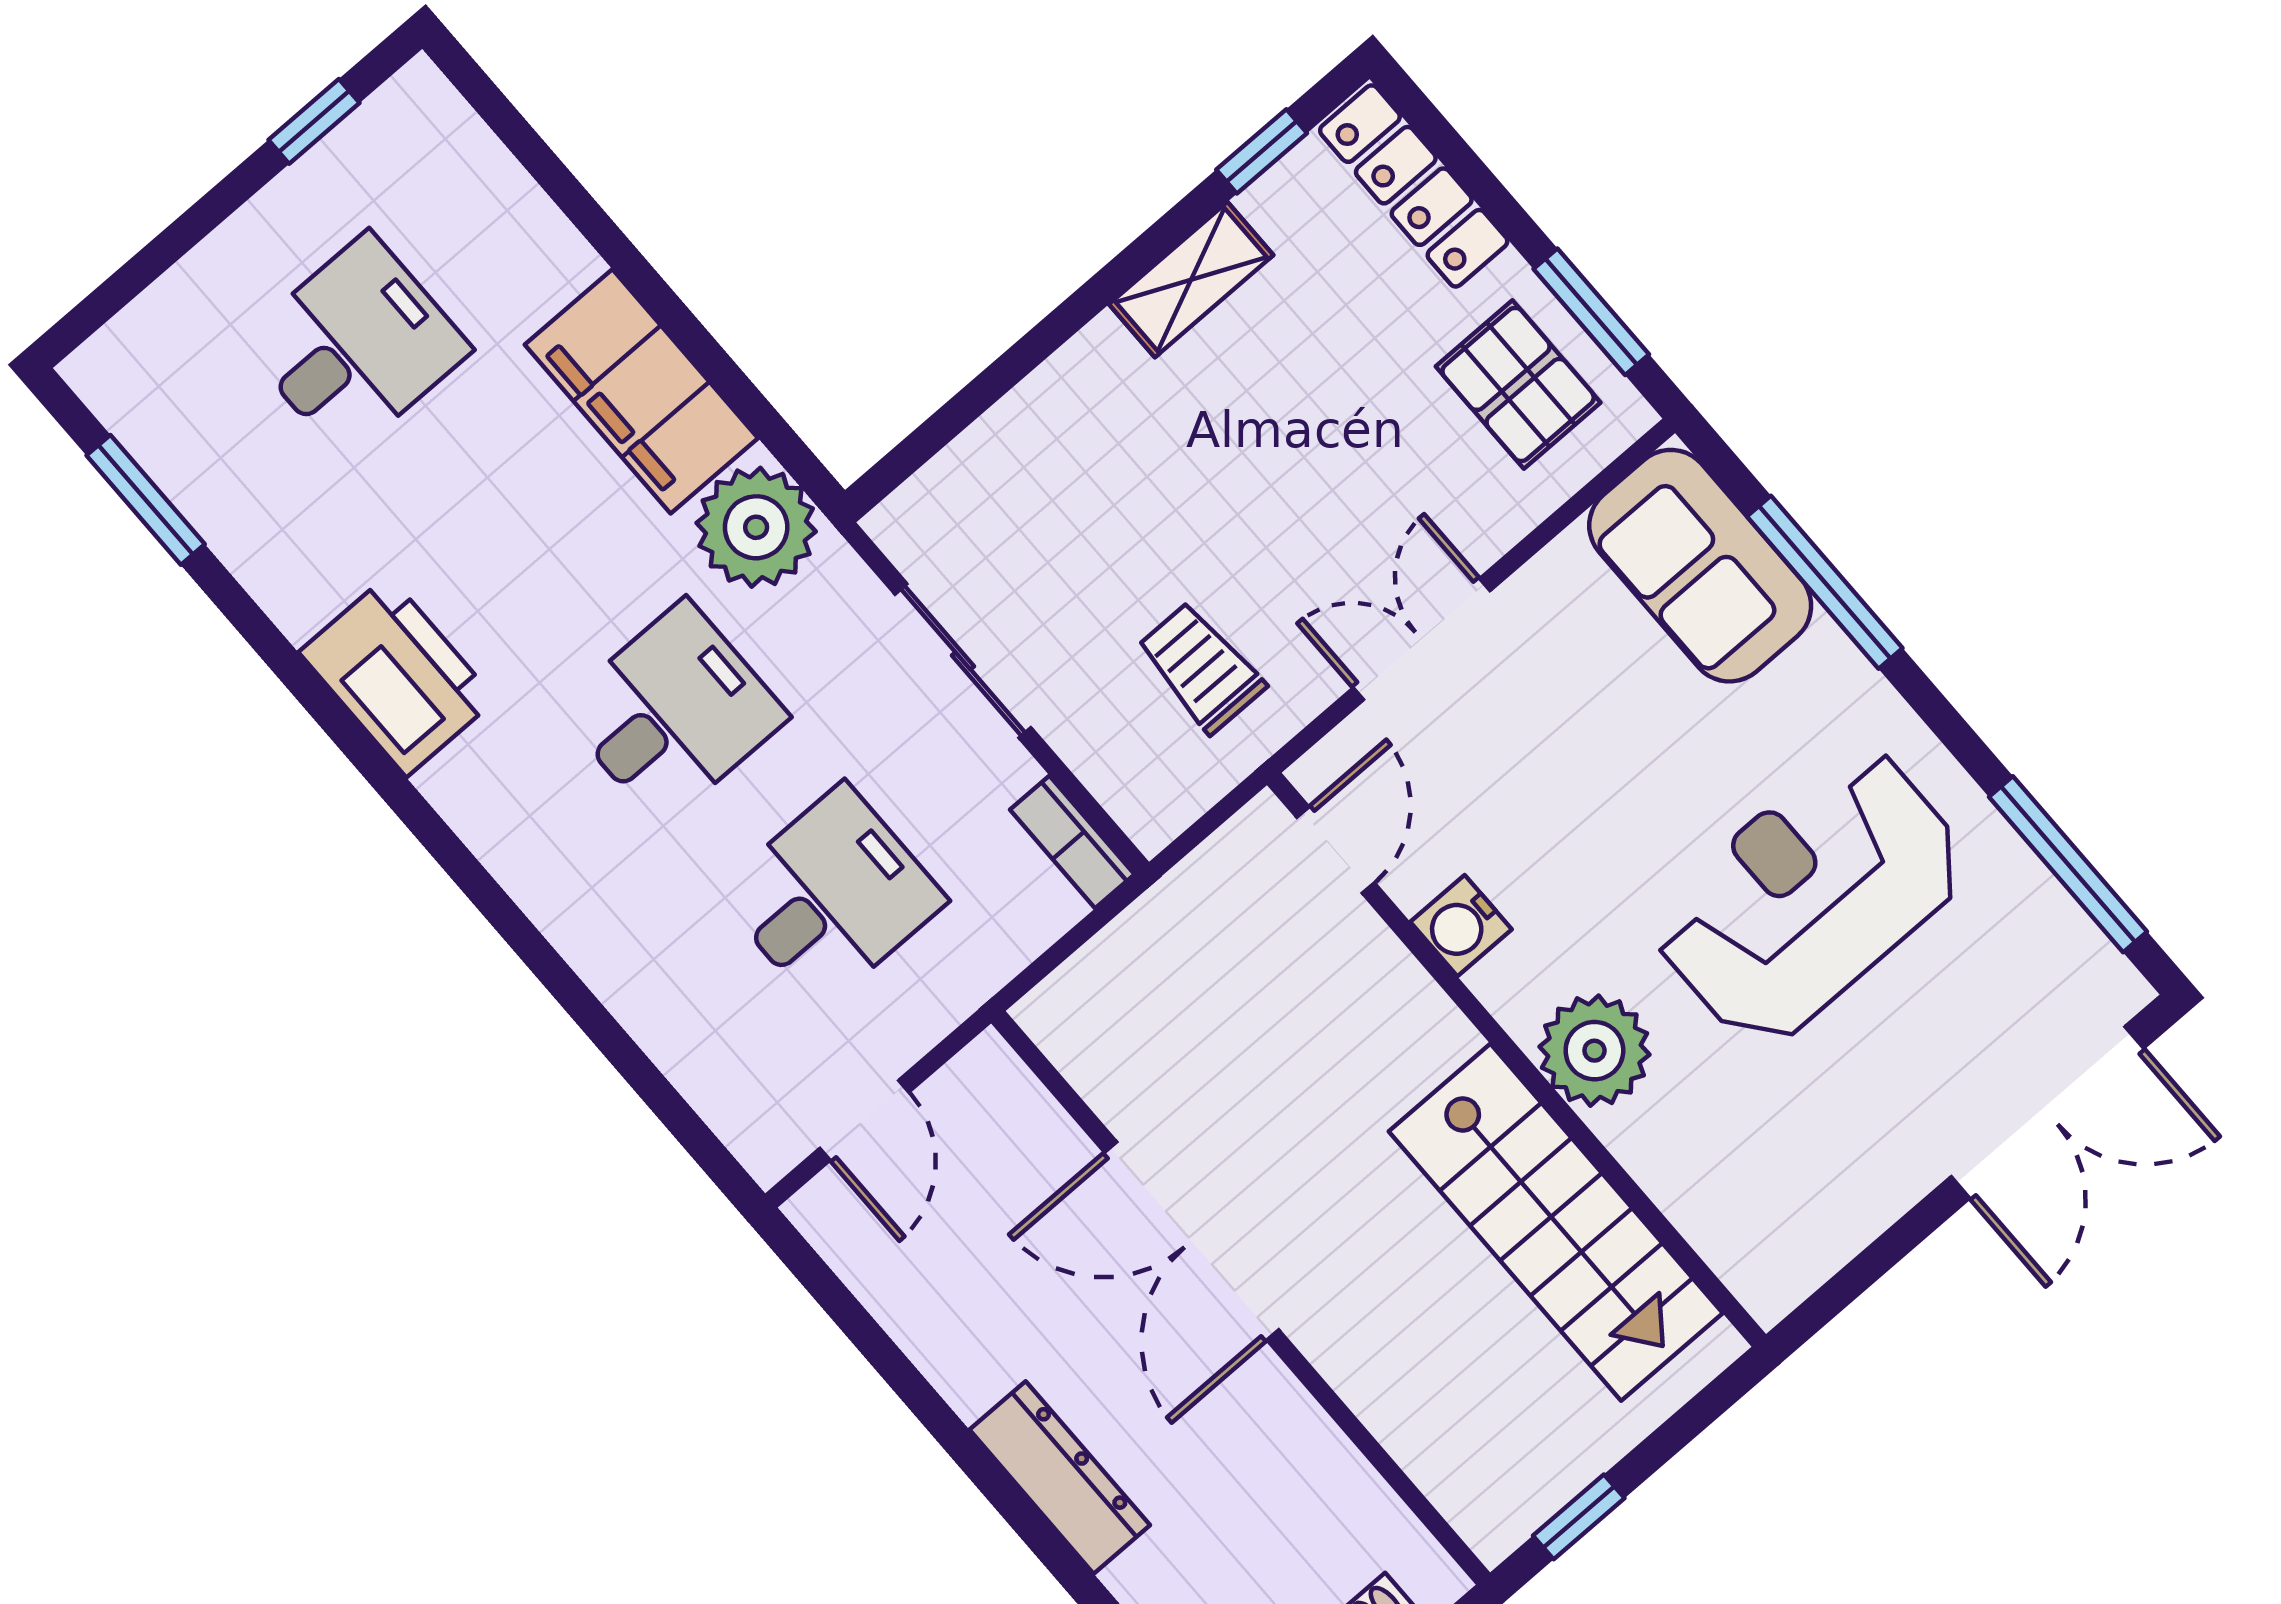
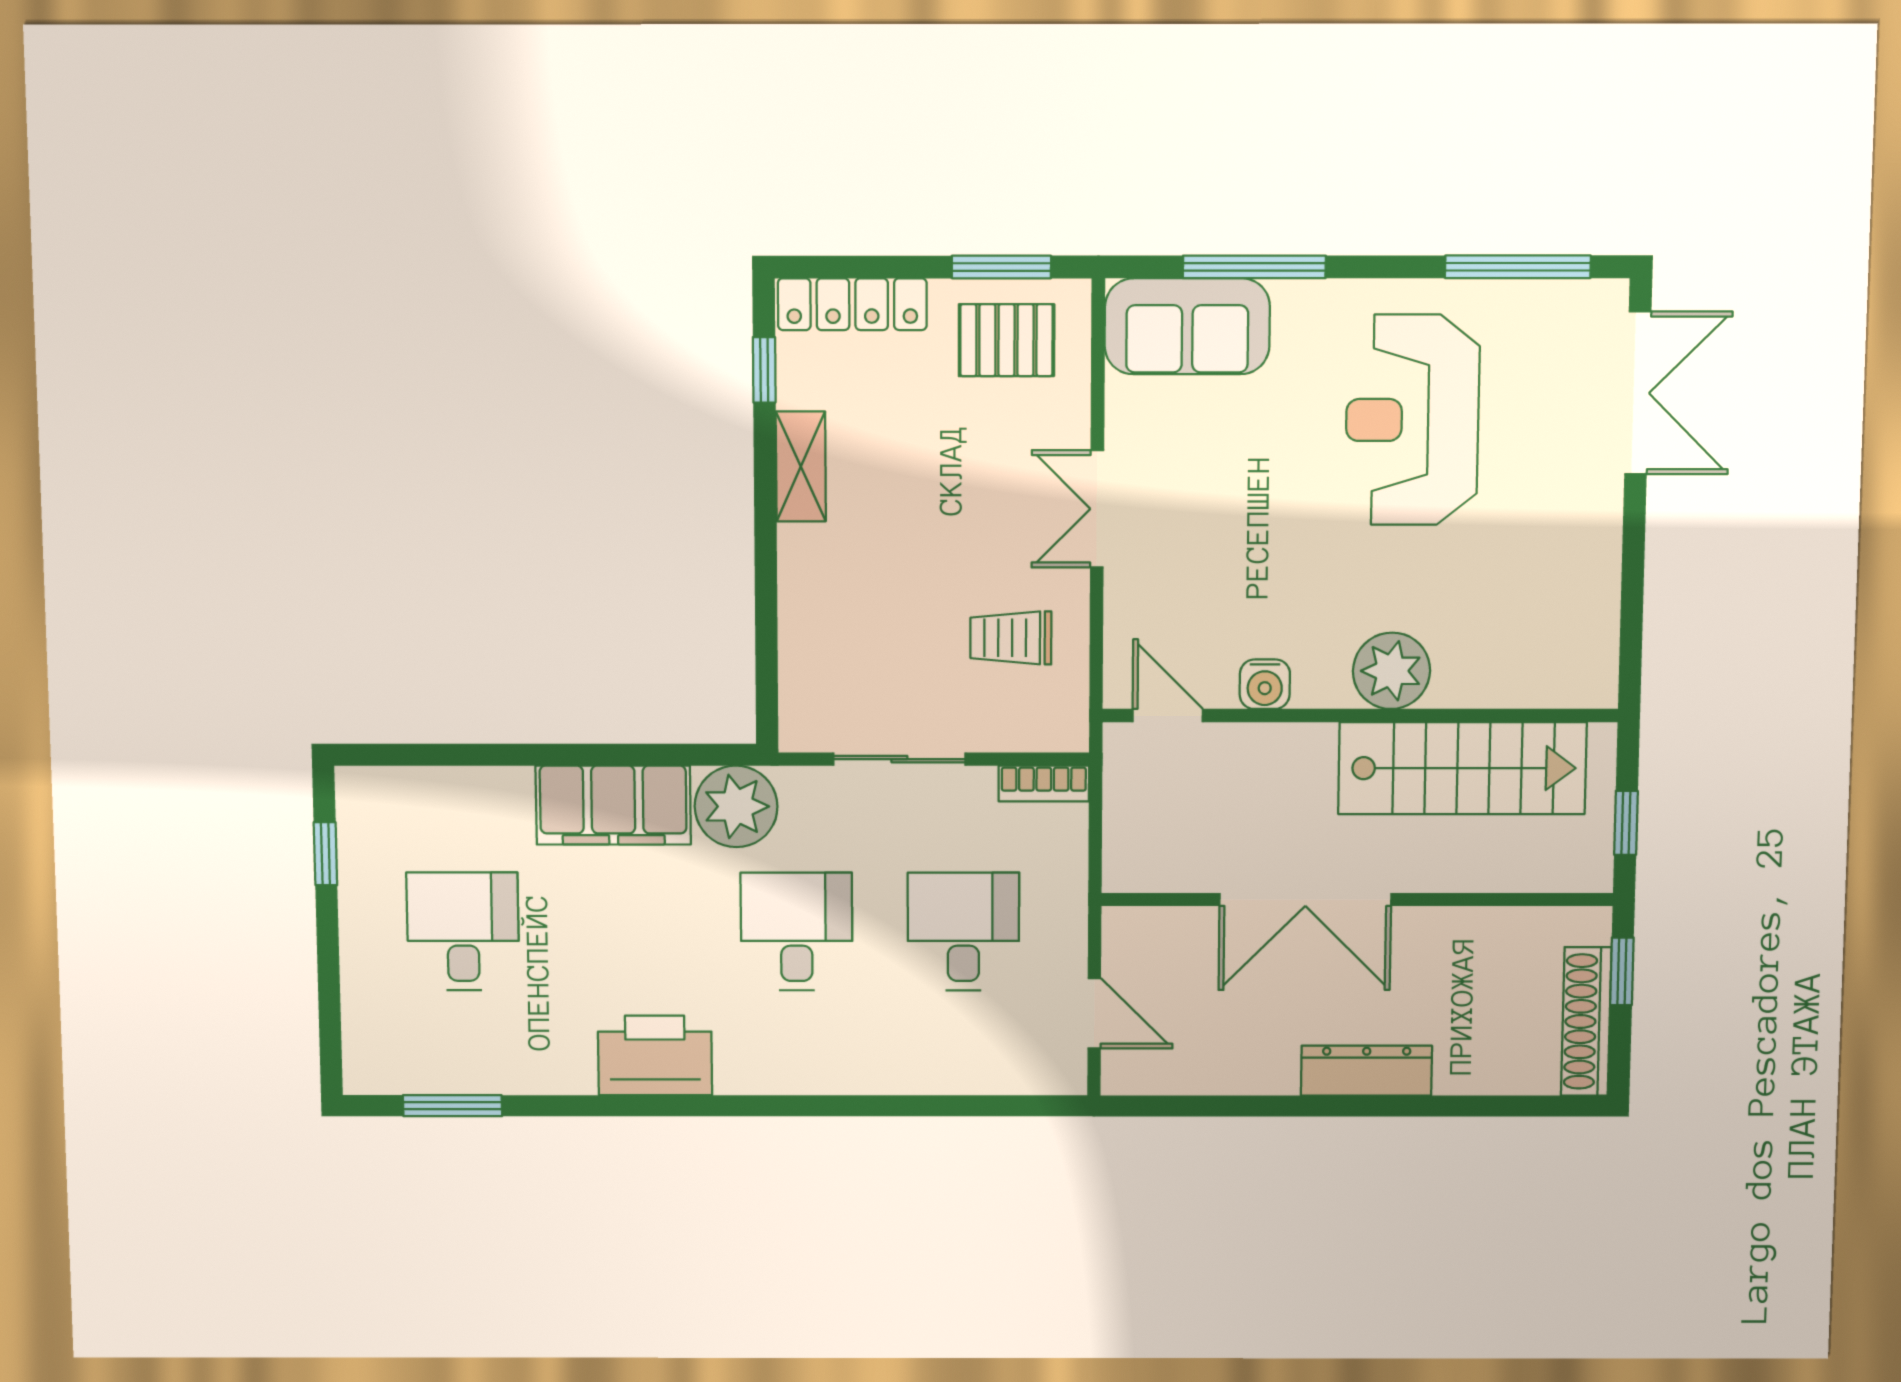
door: (1336, 850) -> (1168, 716), moved
water cooler: (1461, 926) -> (1265, 684), moved
plant: (1594, 1051) -> (1392, 671), moved
wall: (1517, 1060) -> (1360, 716), moved
stairs: (1556, 1222) -> (1462, 768), moved

